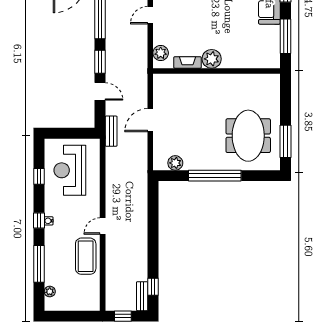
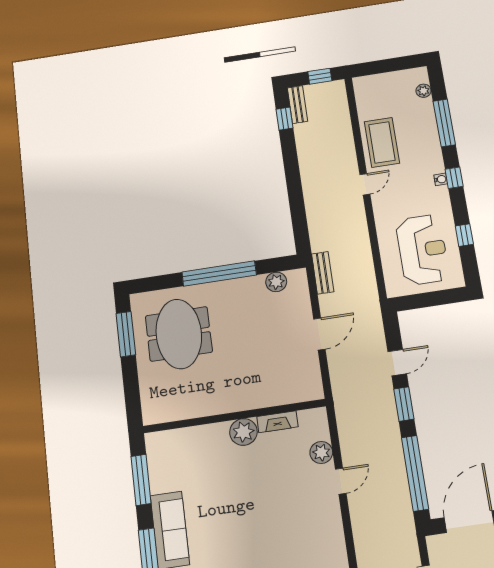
plant: (161, 53) -> (321, 452), moved
door: (100, 91) -> (397, 363), swing flipped
bench: (111, 131) -> (323, 273), moved

